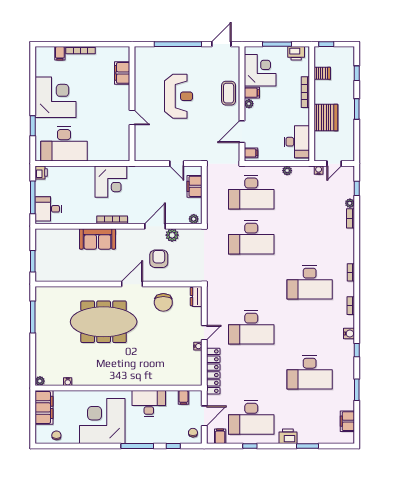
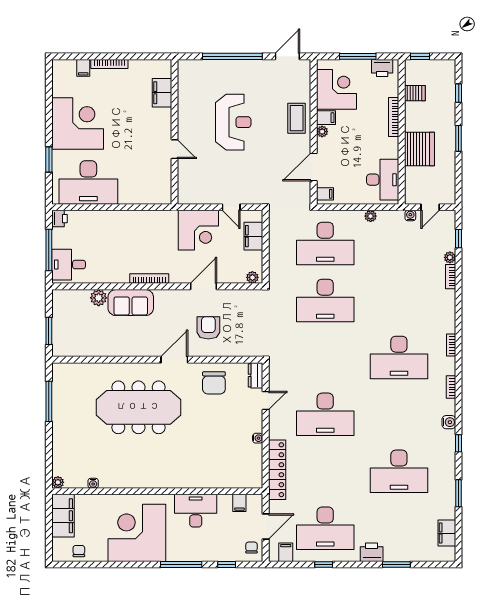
corner desk: (111, 182) -> (198, 230), moved
plant: (172, 235) -> (99, 298), moved
door: (204, 333) -> (266, 400), moved

